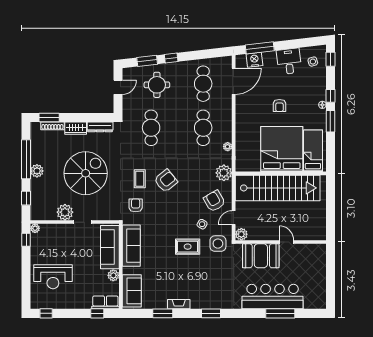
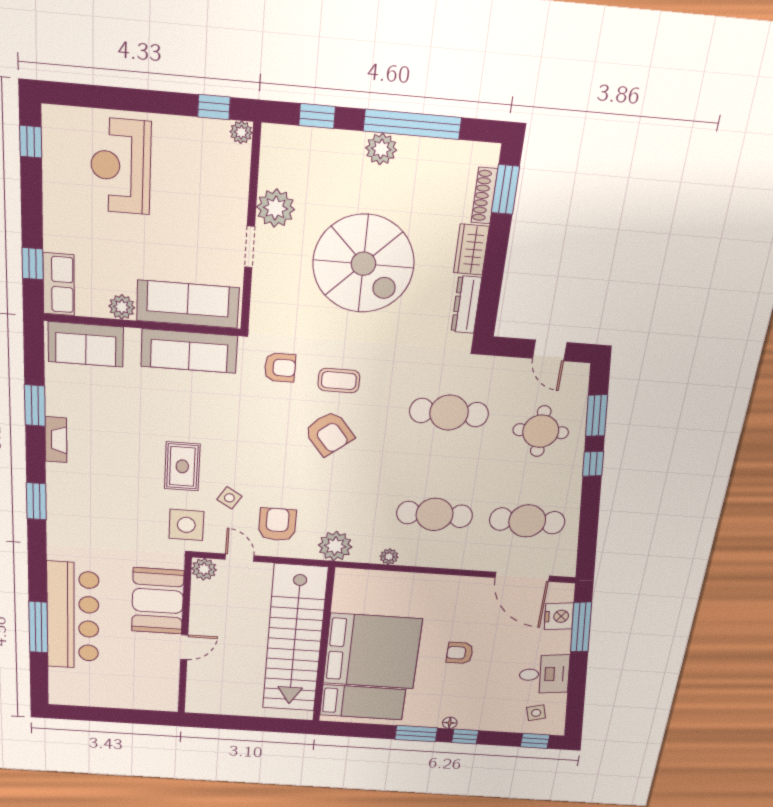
armchair: (214, 201) -> (277, 524), turned -60

